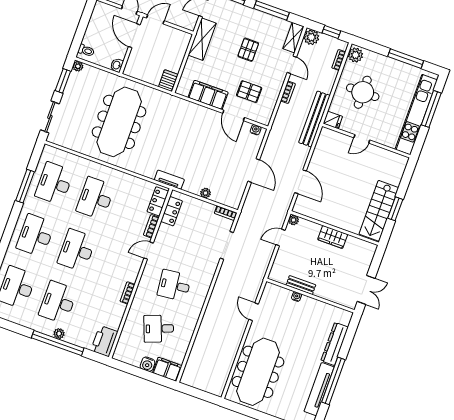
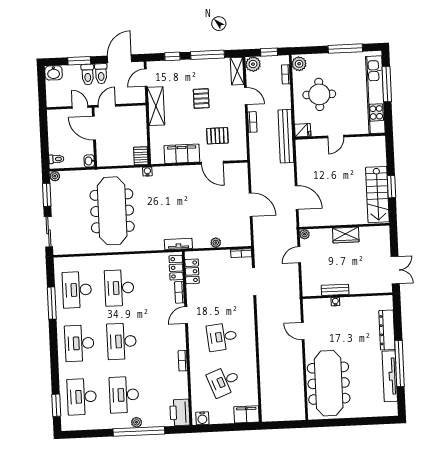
water cooler: (256, 130) -> (147, 172), moved
water cooler: (148, 364) -> (202, 418), moved

